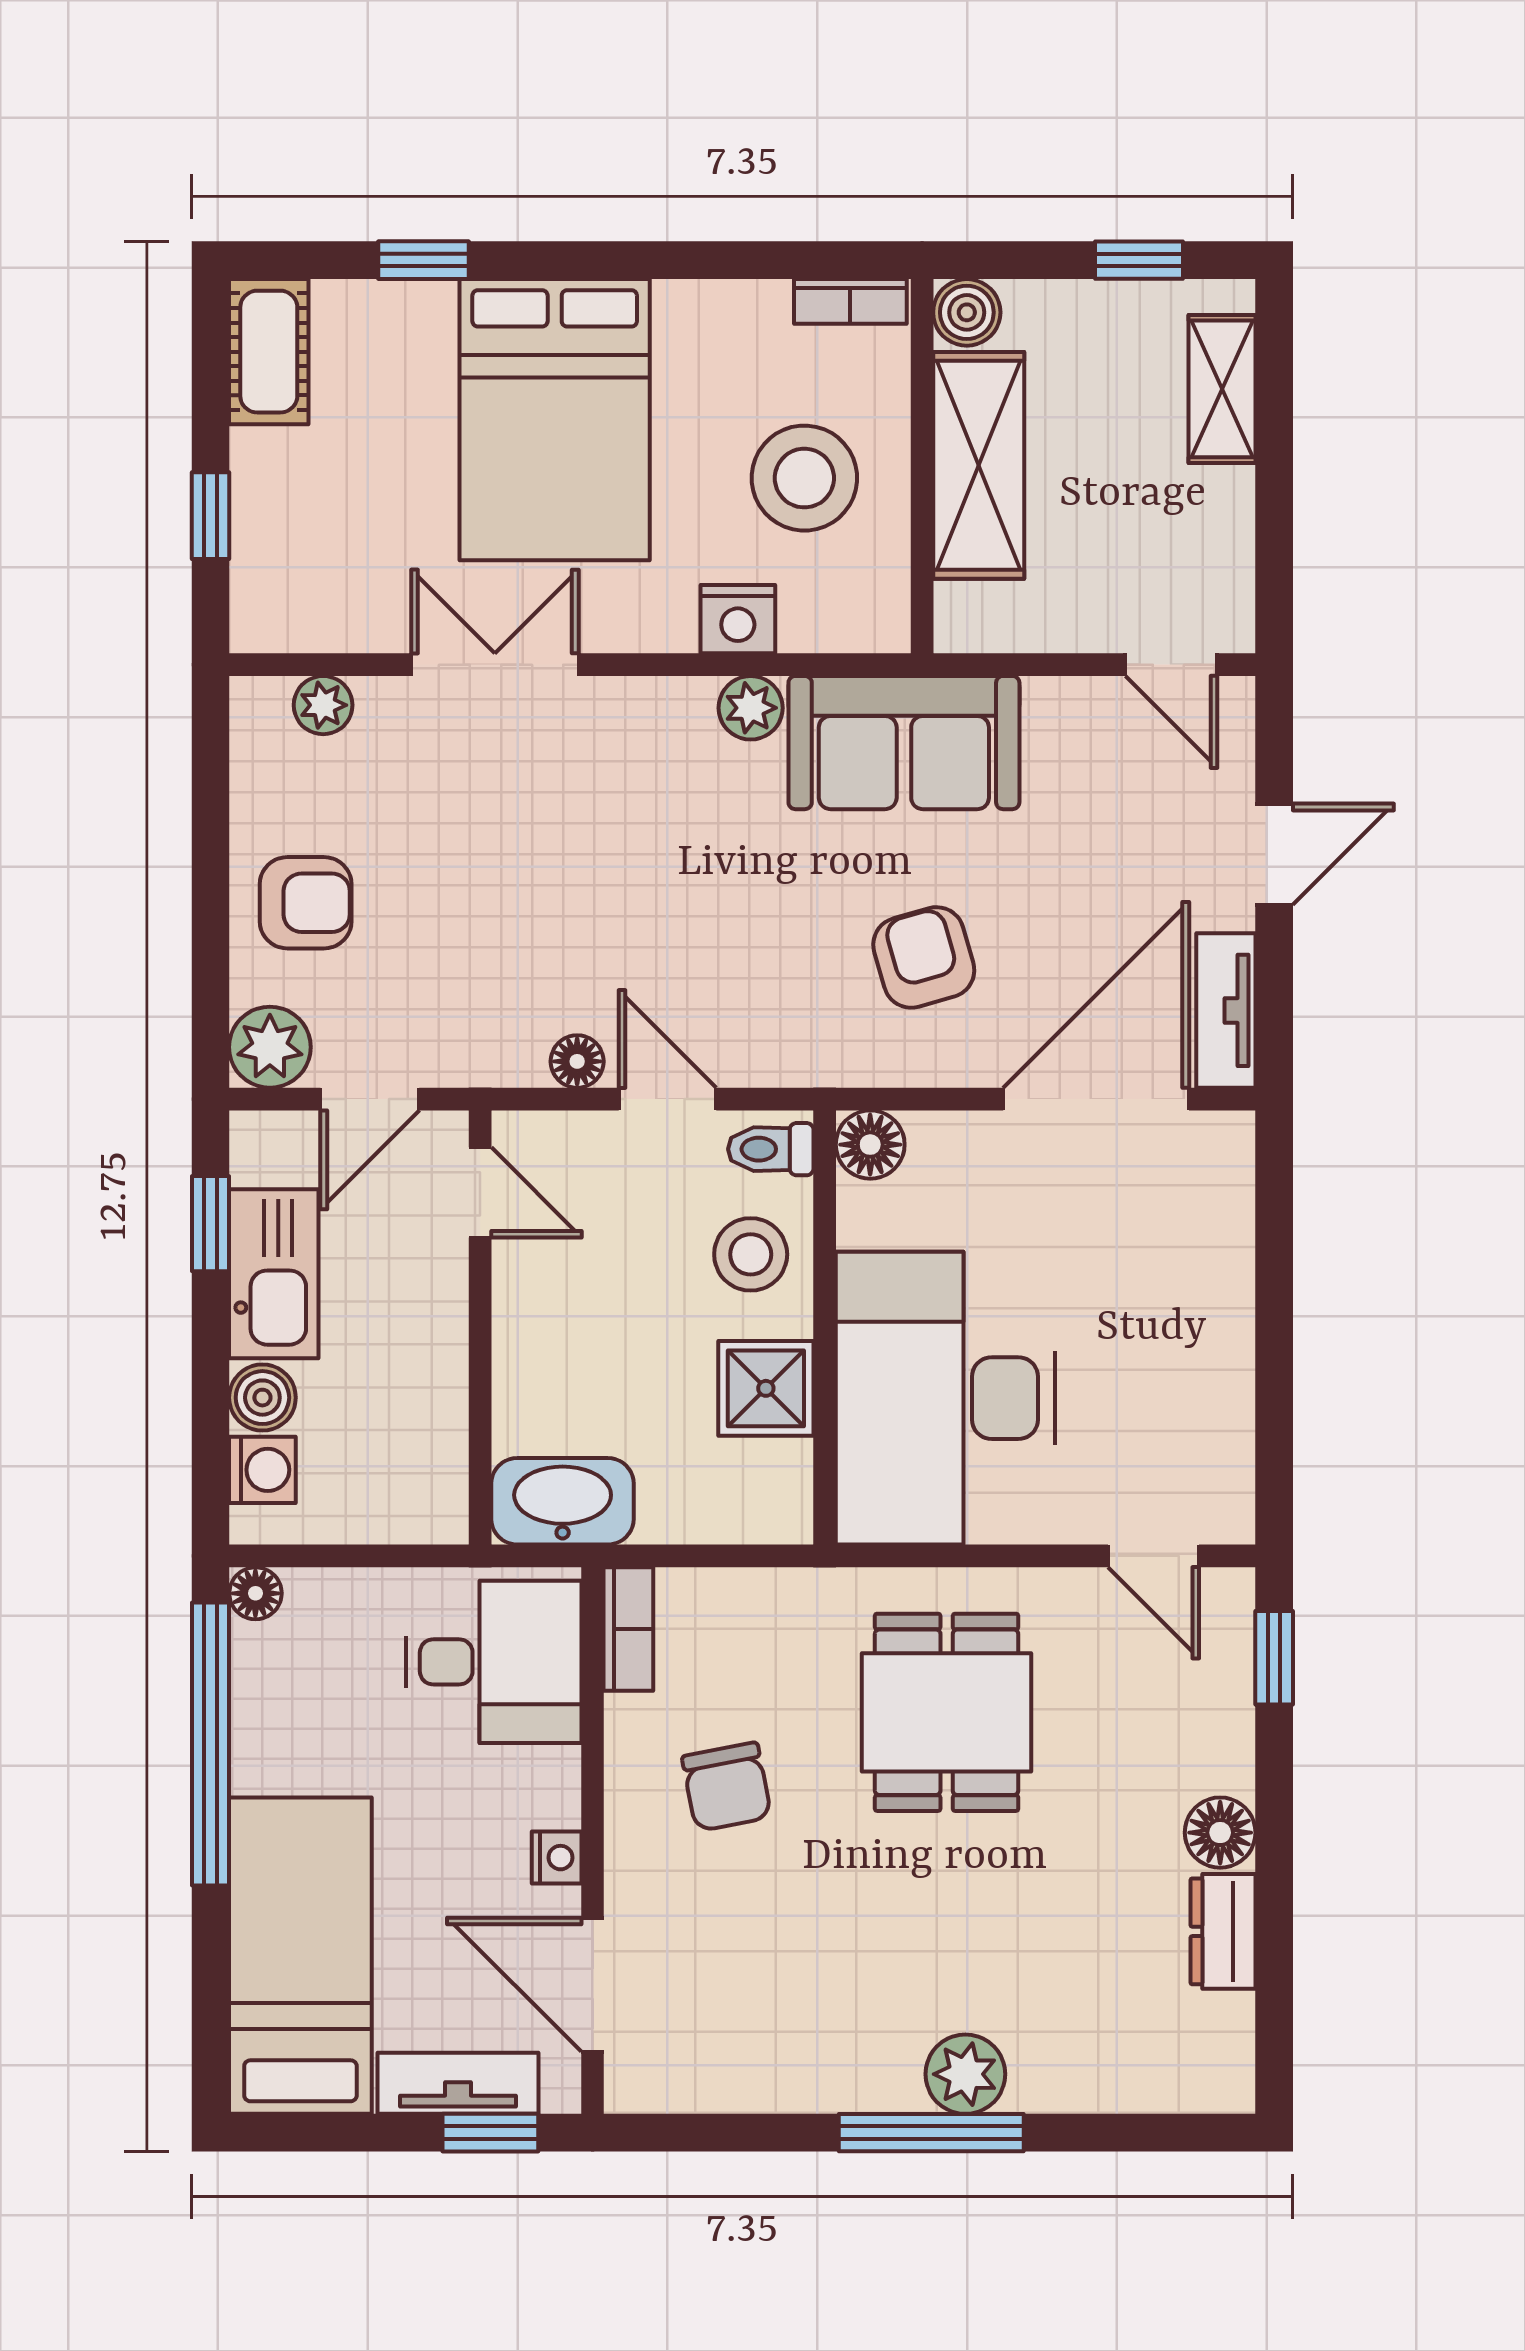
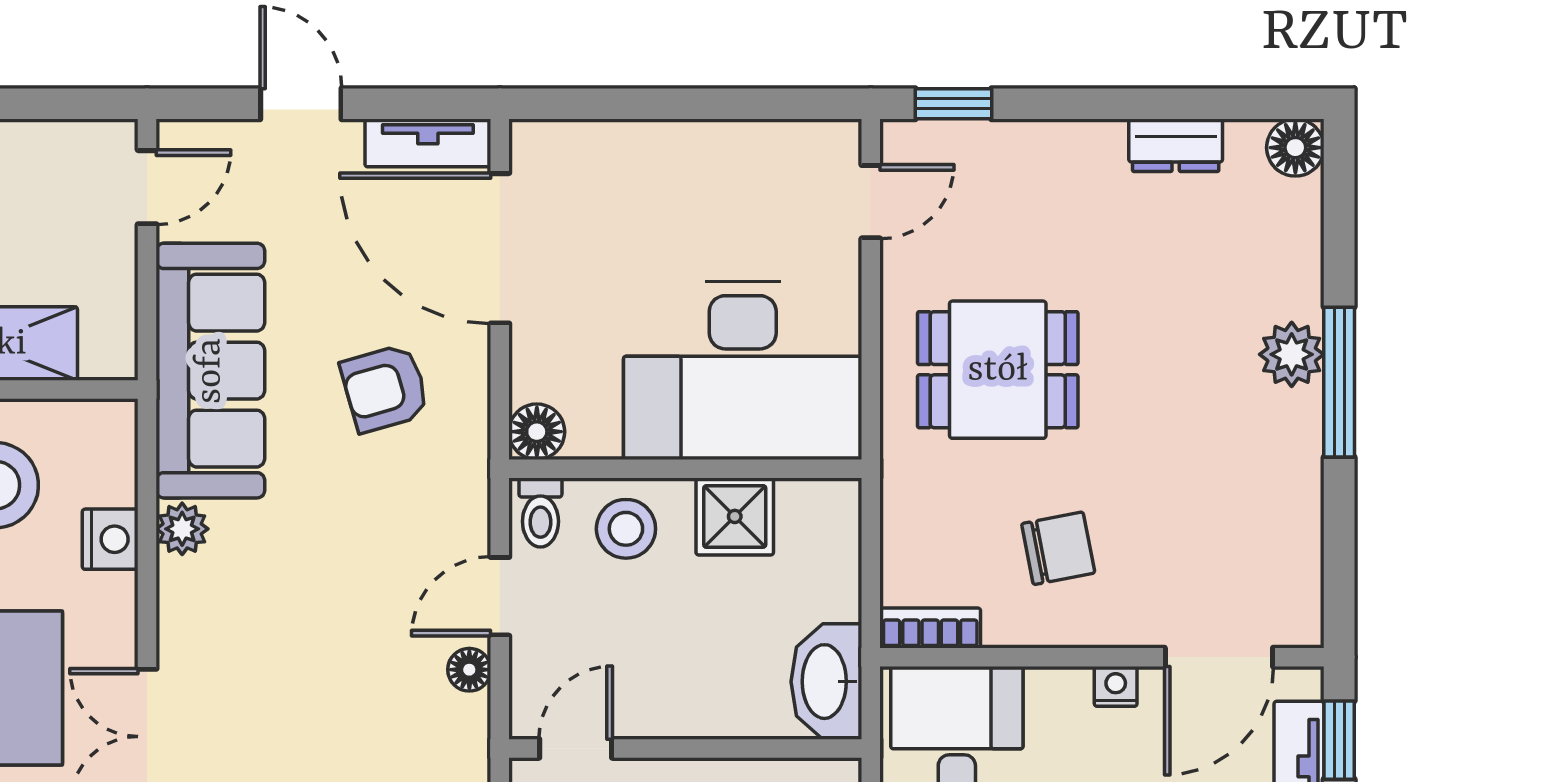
sofa: (904, 743) -> (210, 371), width x1.36
floor lamp: (1220, 1833) -> (1295, 148), moved

